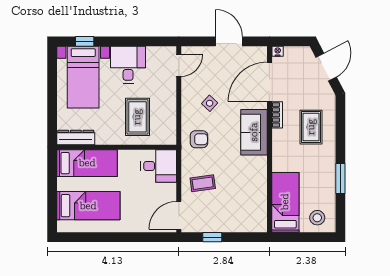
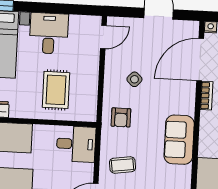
sofa: (254, 132) -> (179, 140), moved
armchair: (199, 139) -> (121, 117), turned 90

